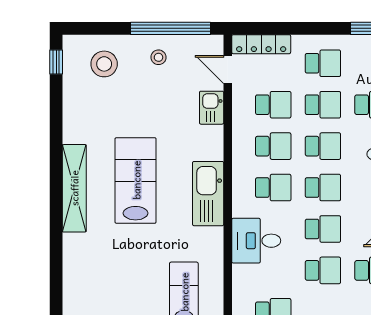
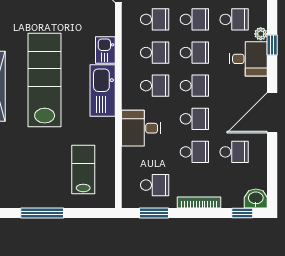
kitchen sink: (212, 108) -> (105, 50), moved
lab bench: (136, 180) -> (45, 80), width x1.36

